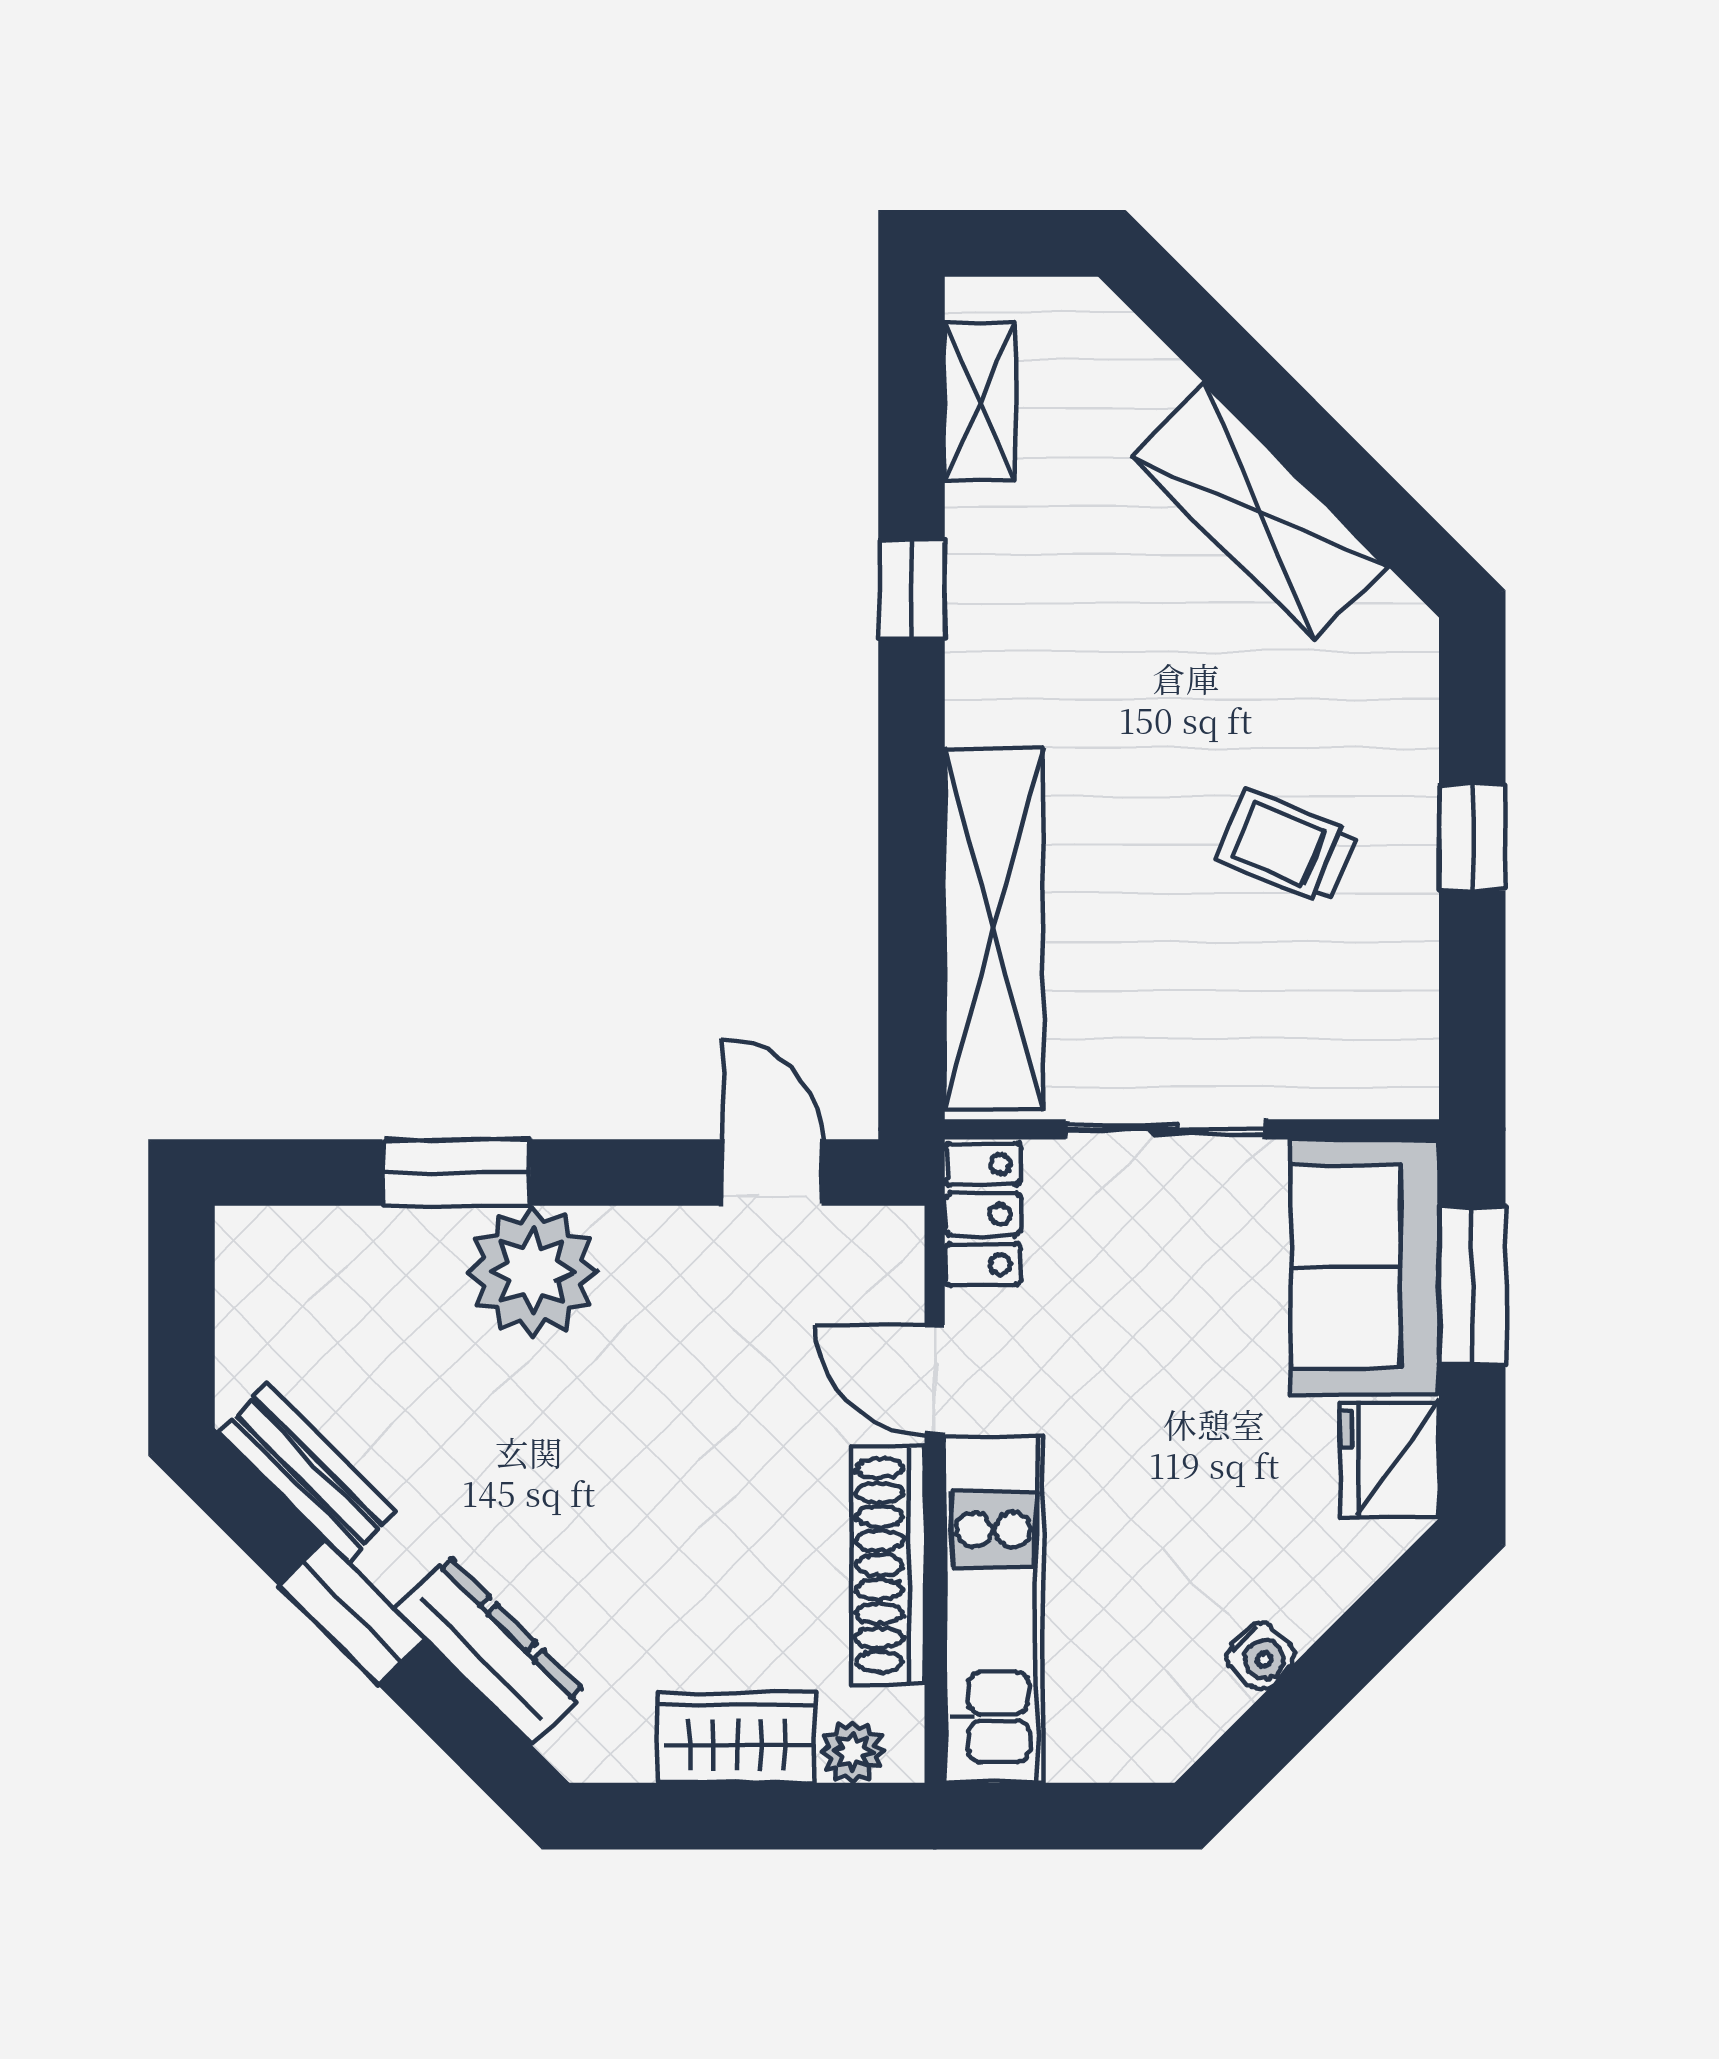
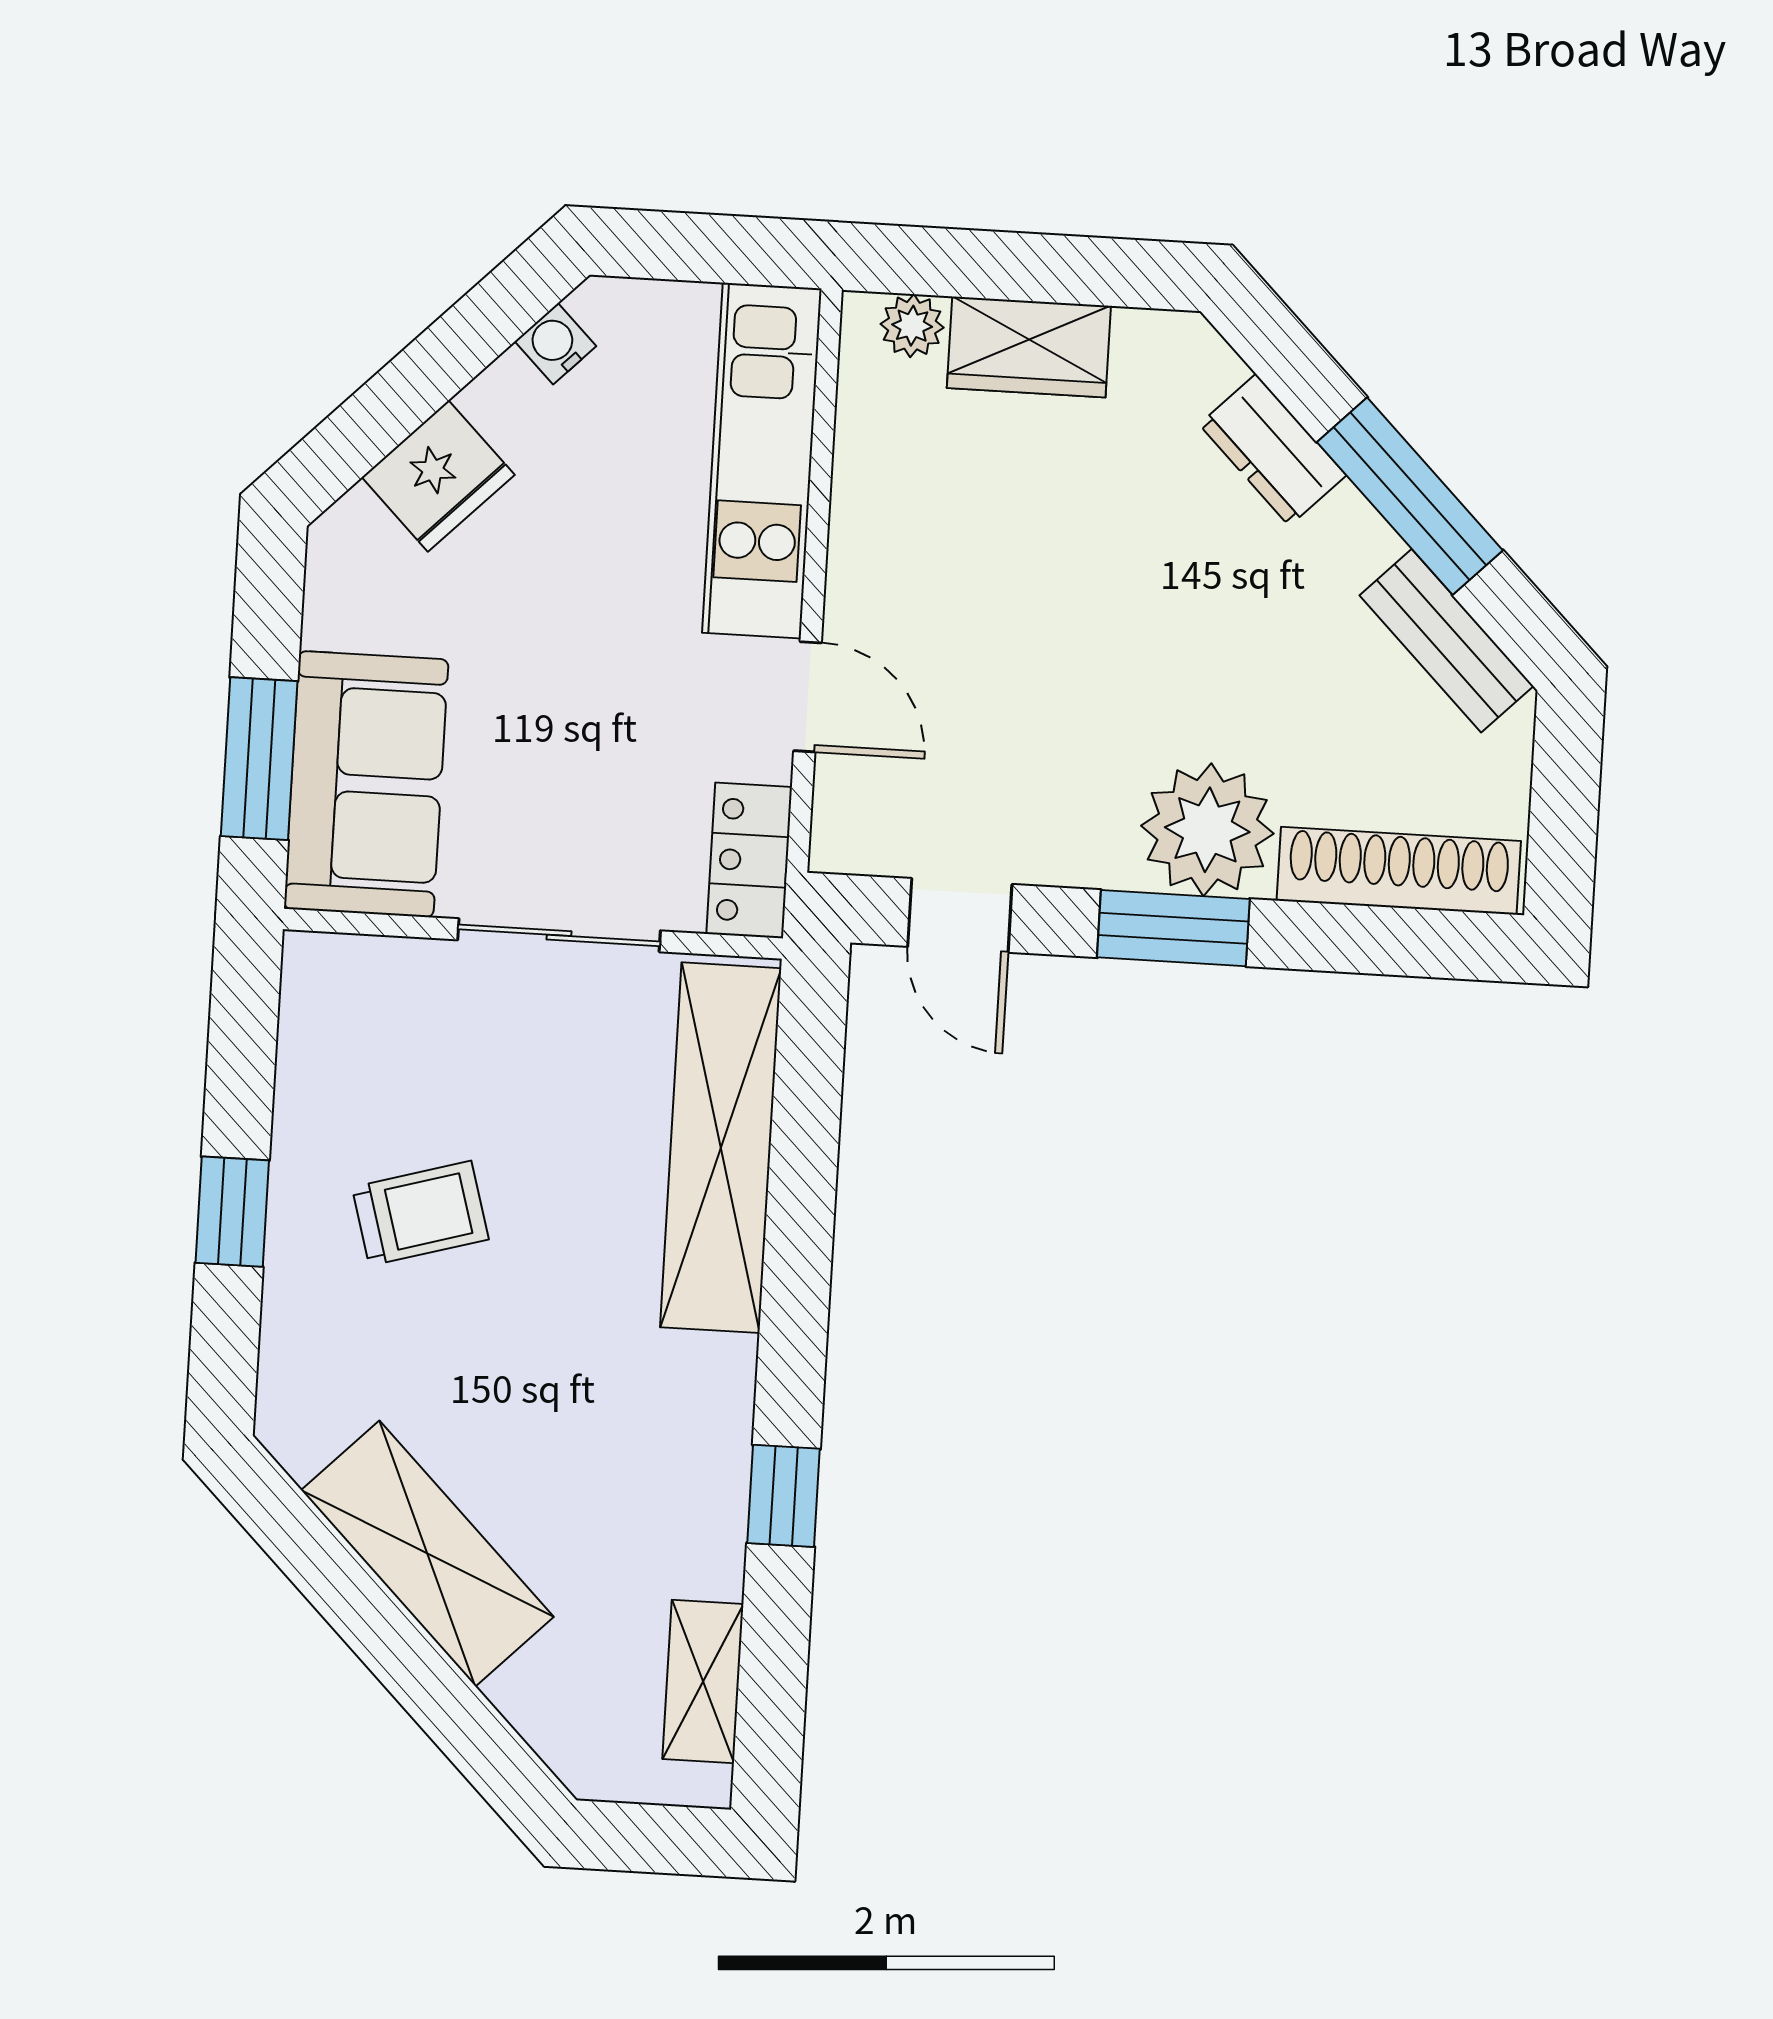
trolley: (1286, 847) -> (420, 1213), turned -38
window: (456, 1172) -> (1173, 928), moved
fridge: (1390, 1459) -> (438, 476), moved, turned 45
shoe rack: (888, 1565) -> (1399, 871), moved, turned -90
window: (352, 1613) -> (1410, 496), width x1.44
dresser: (490, 1650) -> (1273, 450), width x0.70
water cooler: (1261, 1656) -> (556, 344), moved

